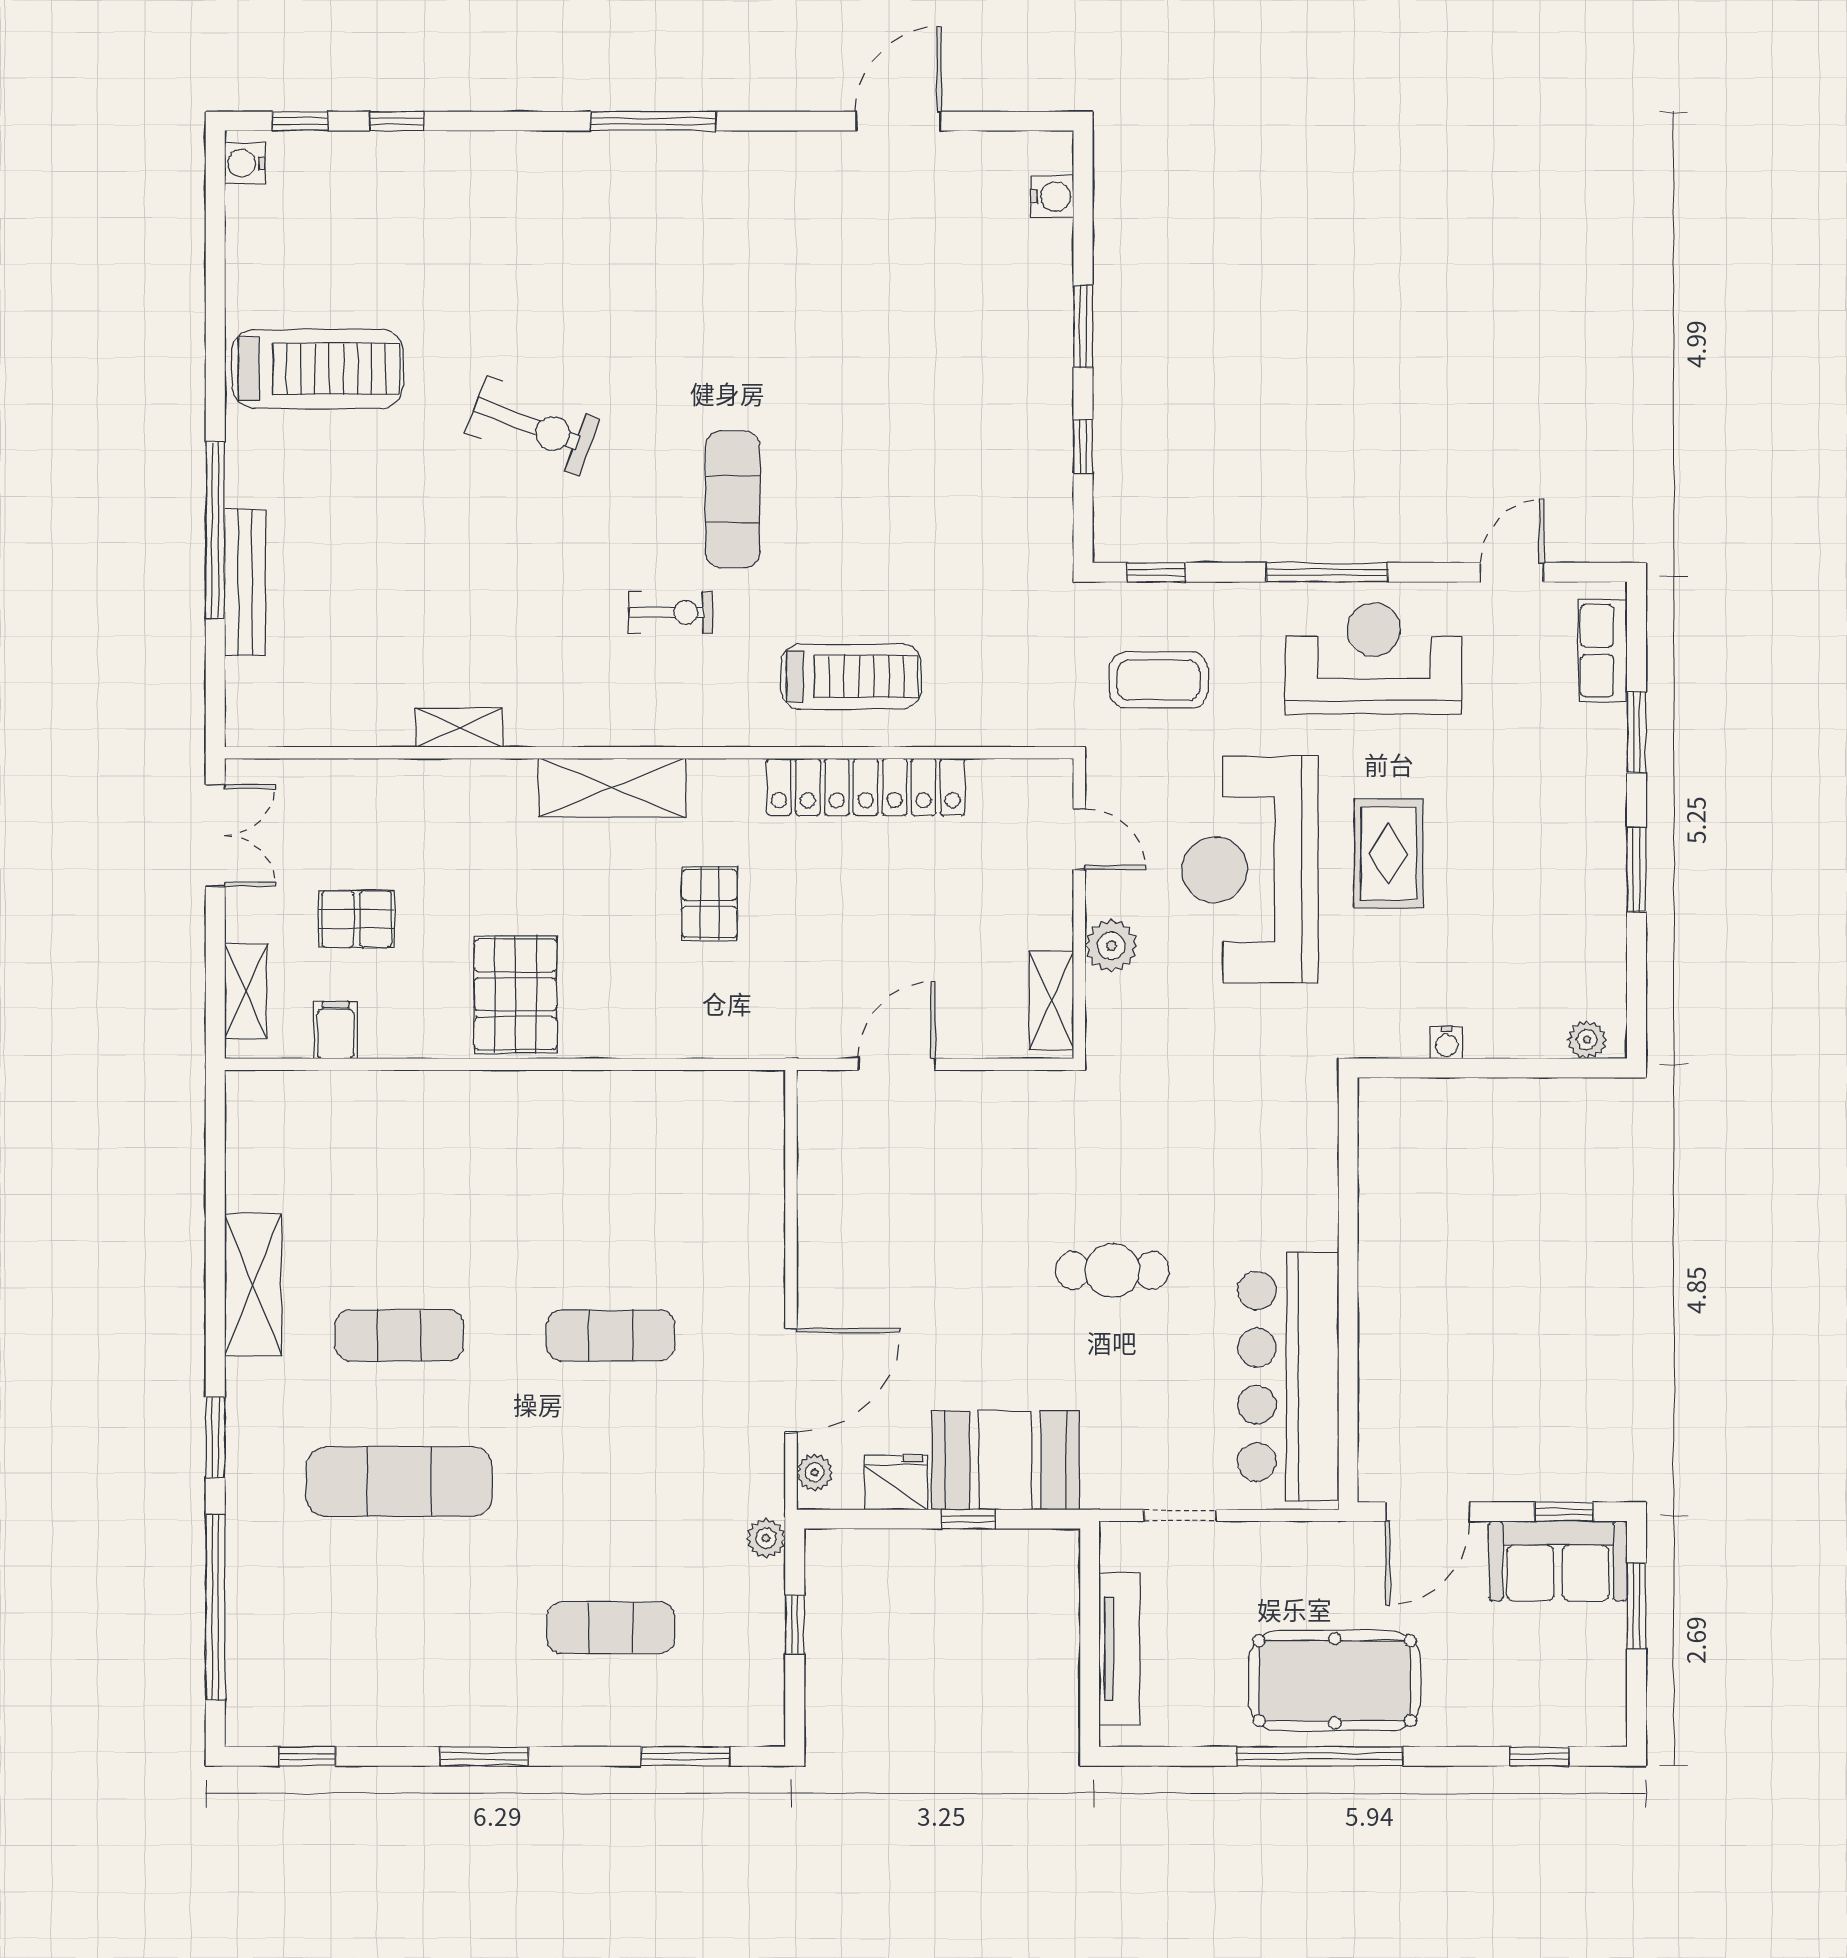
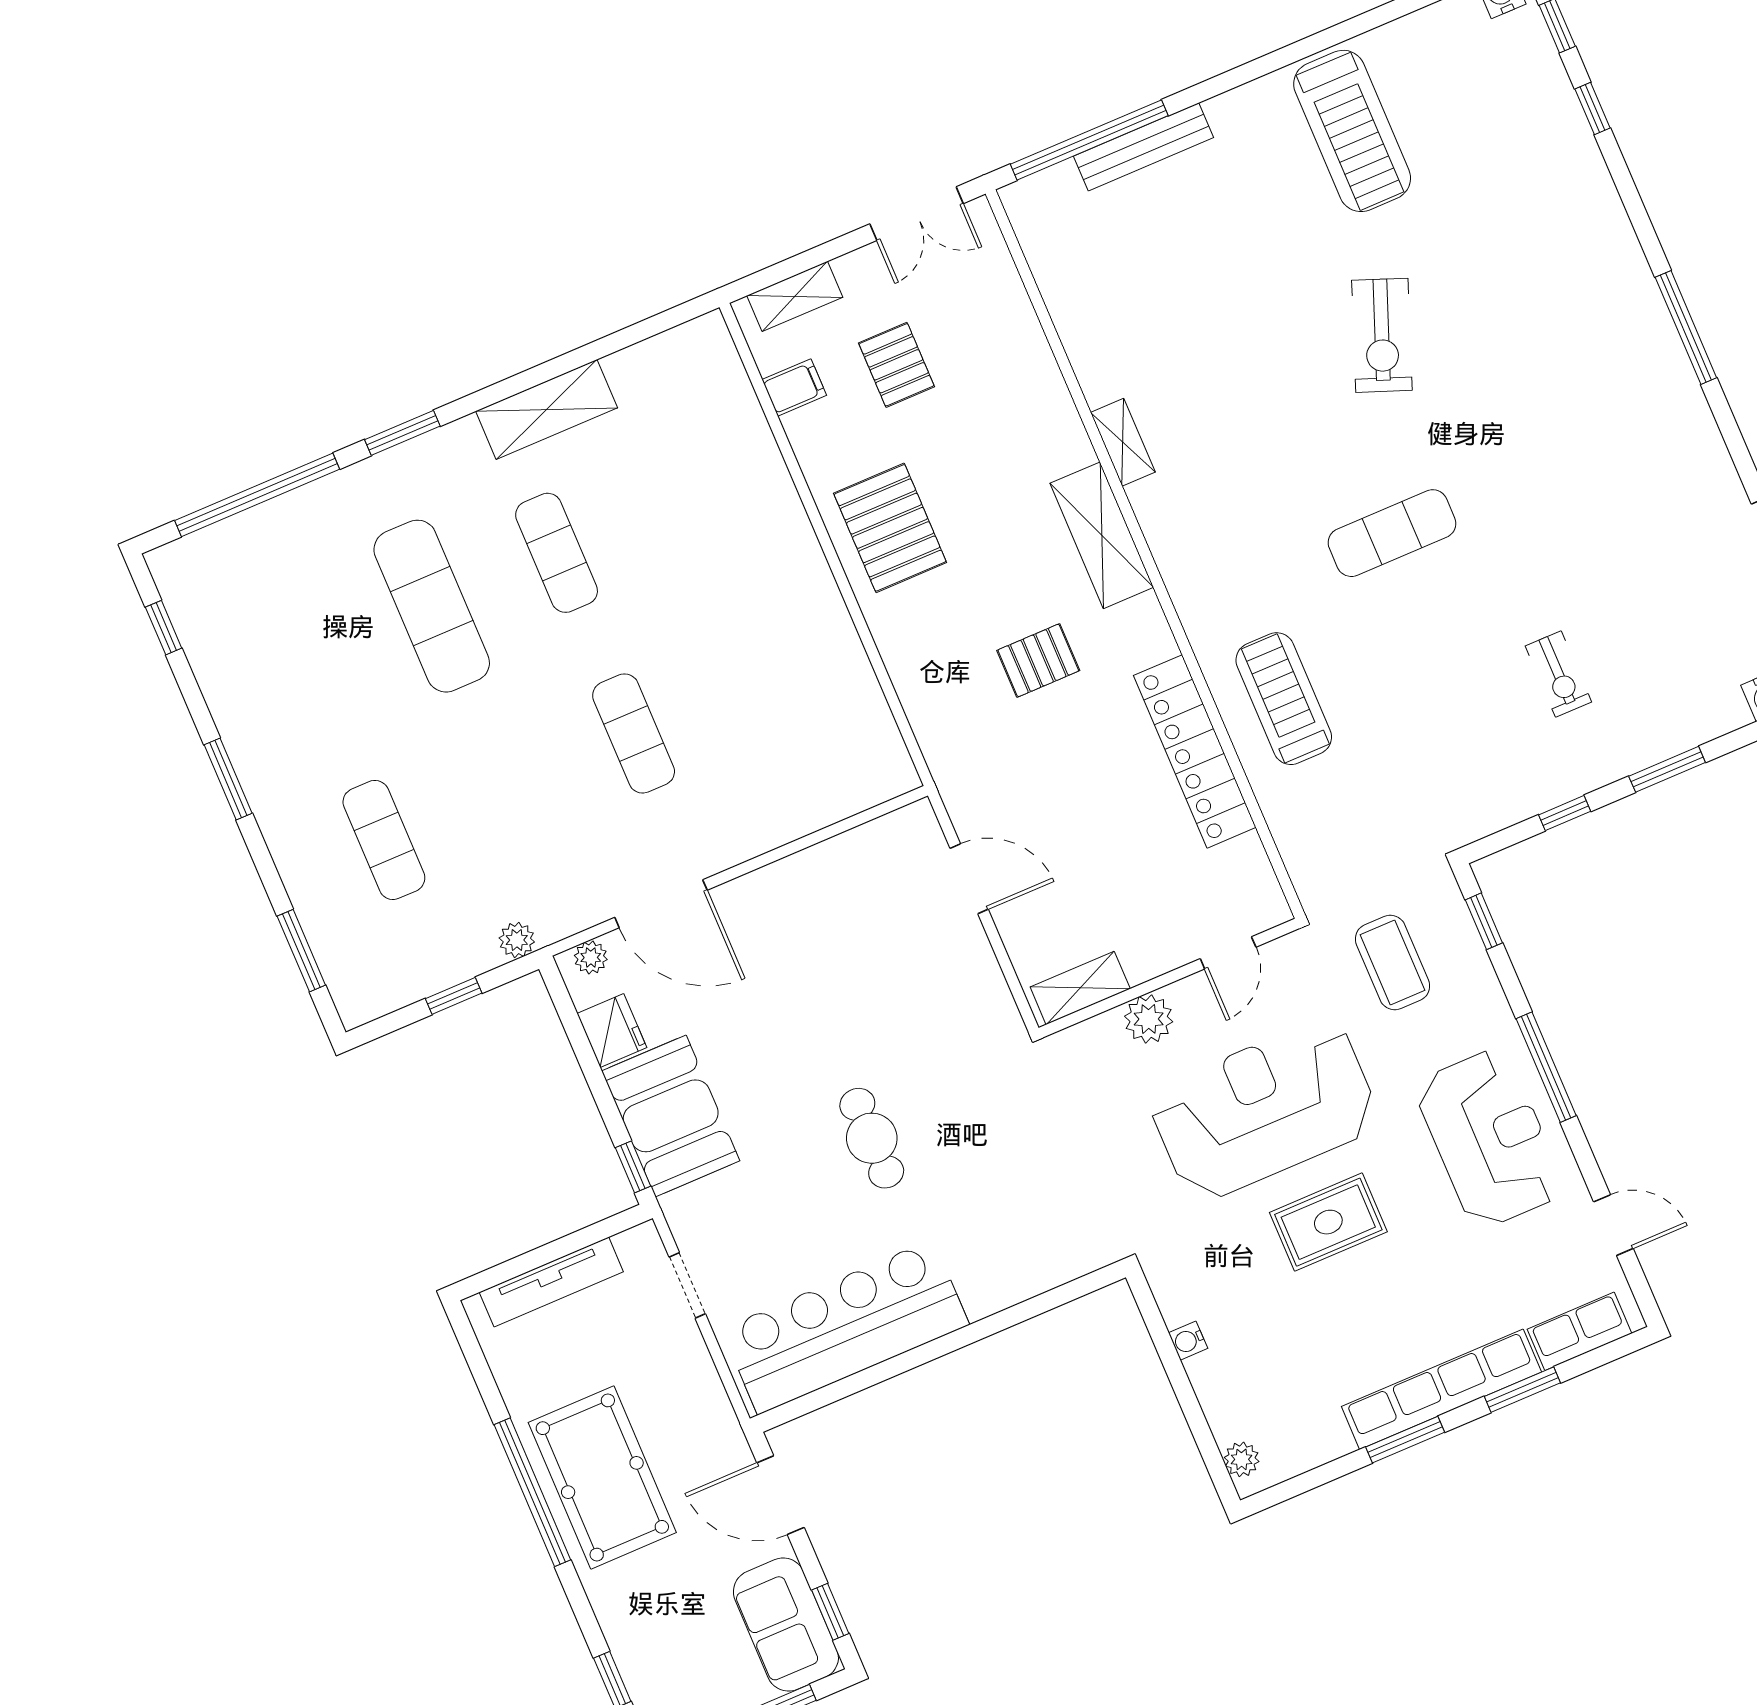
window: (215, 530) -> (1089, 140), moved
exercise bike: (671, 612) -> (1558, 674), moved
treadmill: (851, 676) -> (1284, 699), turned 180
shelving: (459, 728) -> (1123, 442), moved
row of seats: (1602, 812) -> (1441, 1389), added
pallet: (515, 994) -> (890, 528), turned 90
window: (969, 1519) -> (633, 1167), moved

